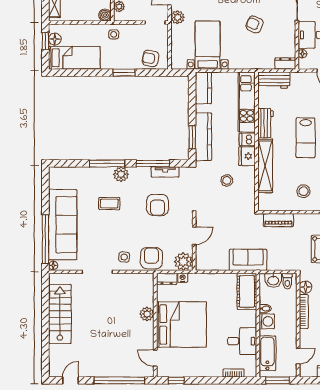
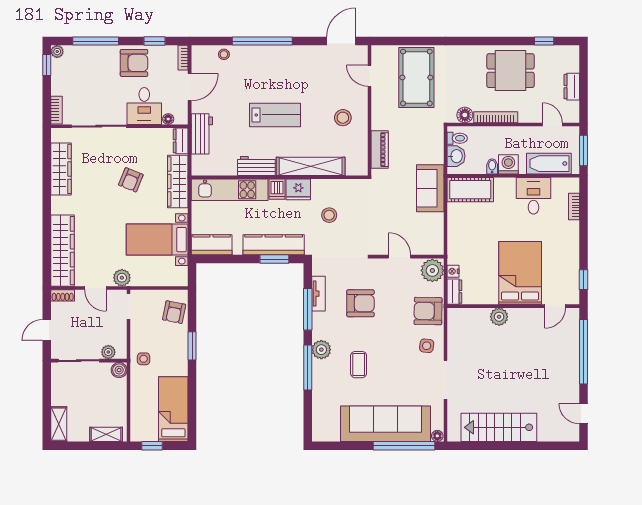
floor lamp: (55, 39) -> (150, 434), removed
wardrobe: (253, 61) -> (178, 182), added
workbench: (274, 80) -> (202, 134), moved
bed: (181, 324) -> (520, 273), width x0.73

